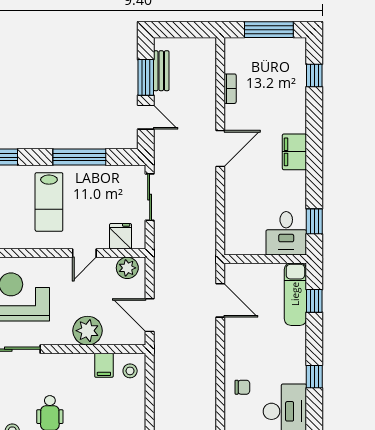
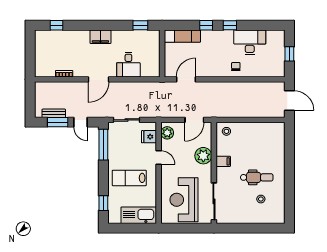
window: (269, 30) -> (30, 51), removed
door: (146, 117) -> (80, 122), swing flipped
door: (220, 149) -> (99, 79), swing flipped
window: (79, 157) -> (103, 145), moved
lab bench: (49, 202) -> (129, 178), turned 180
desk: (286, 233) -> (128, 65), moved, turned 90
window: (314, 301) -> (206, 25), moved
filing cabinet: (104, 365) -> (223, 161), moved

